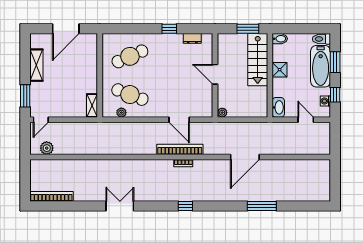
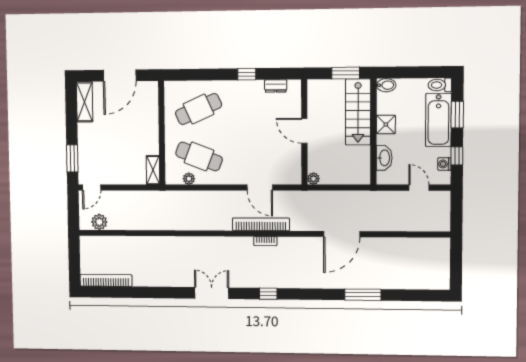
shelving: (36, 65) -> (85, 102), moved
washbasin: (278, 107) -> (384, 158), moved
double door: (120, 206) -> (212, 293), moved

